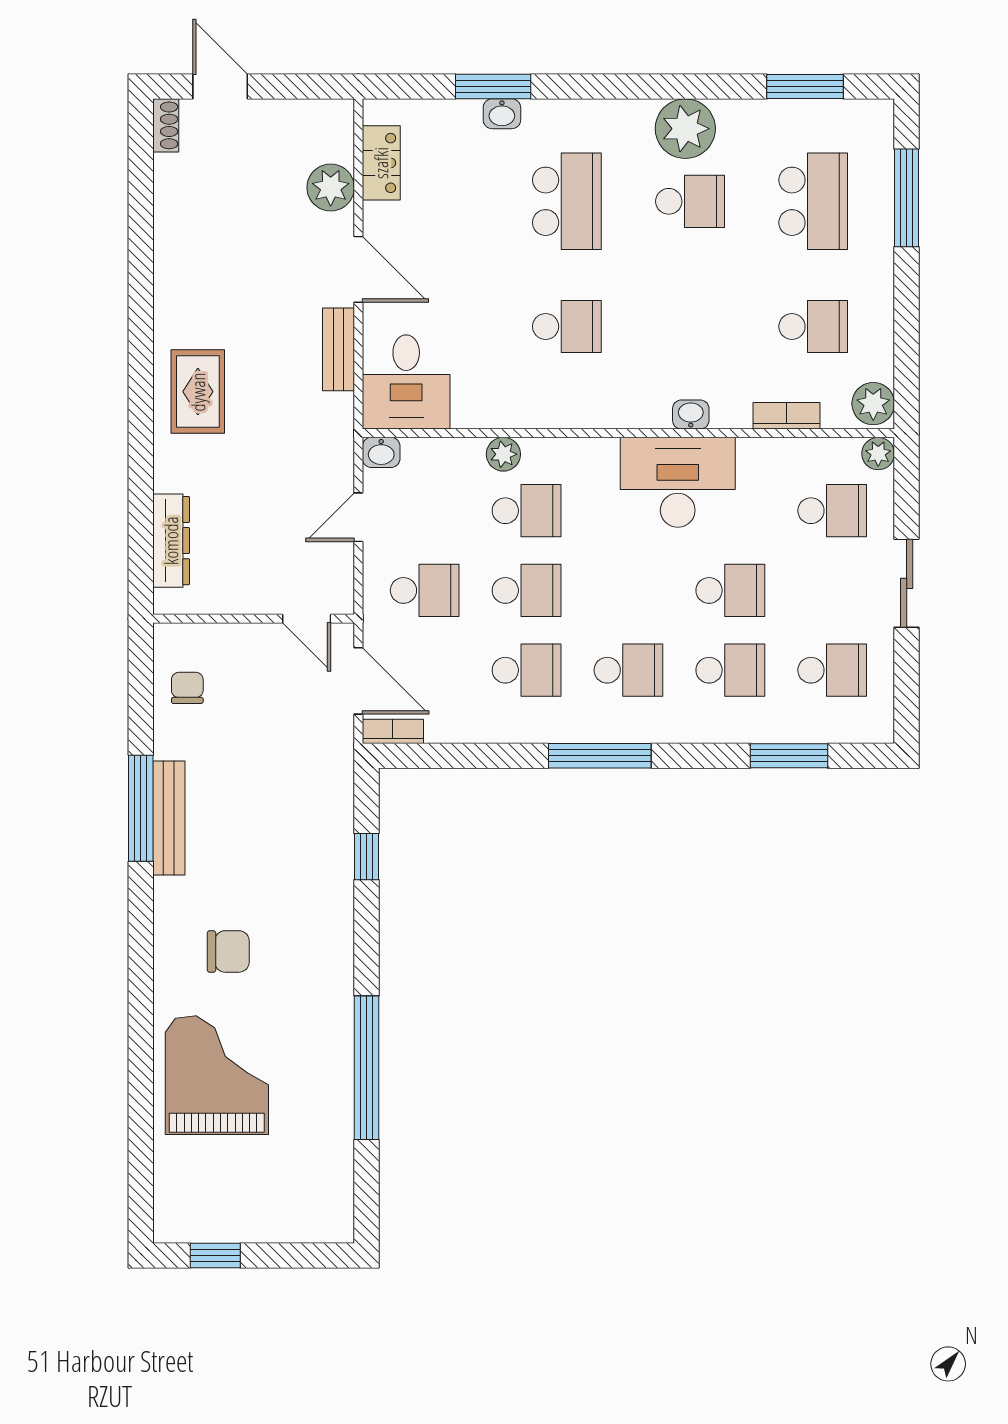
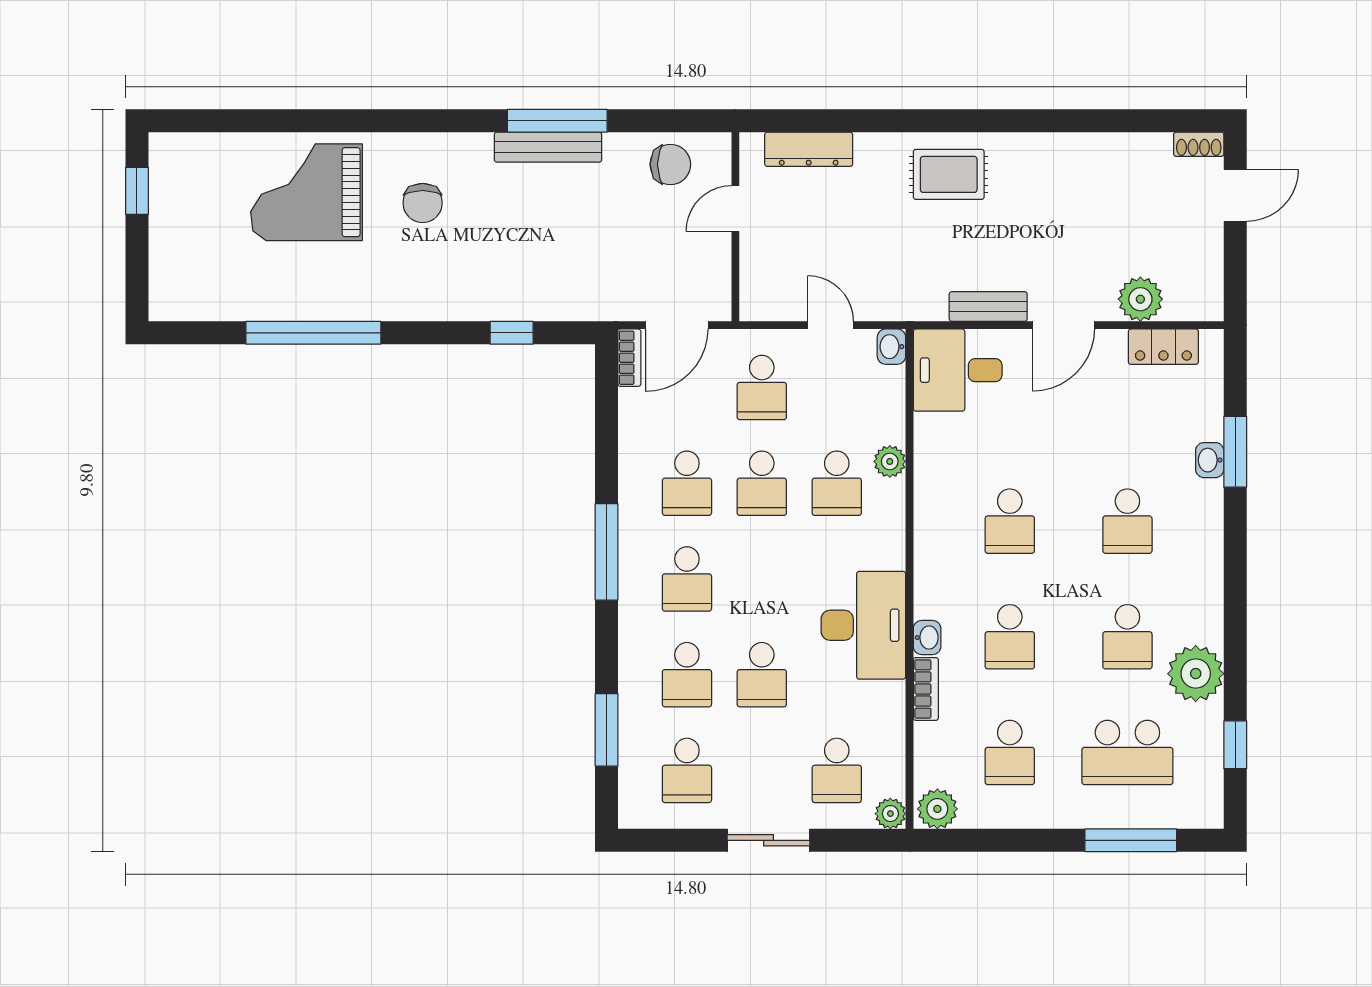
window: (805, 87) -> (1235, 745), width x0.67
plant: (685, 129) -> (1196, 674), moved
school desk: (567, 201) -> (1127, 521), width x0.54
school desk: (690, 327) -> (1010, 637), added
bookcase: (786, 416) -> (926, 689), moved
door: (307, 619) -> (735, 208), moved
chair: (187, 688) -> (670, 164), width x1.37, depth x1.37
grand piano: (217, 1075) -> (306, 192), turned 180

